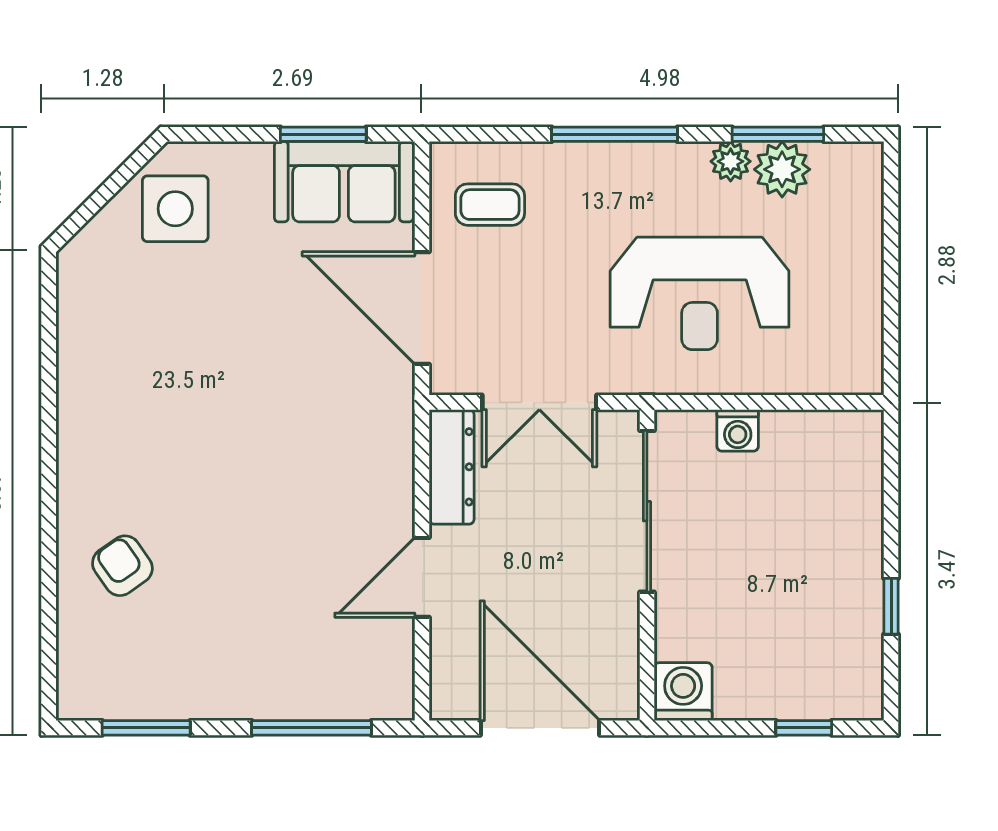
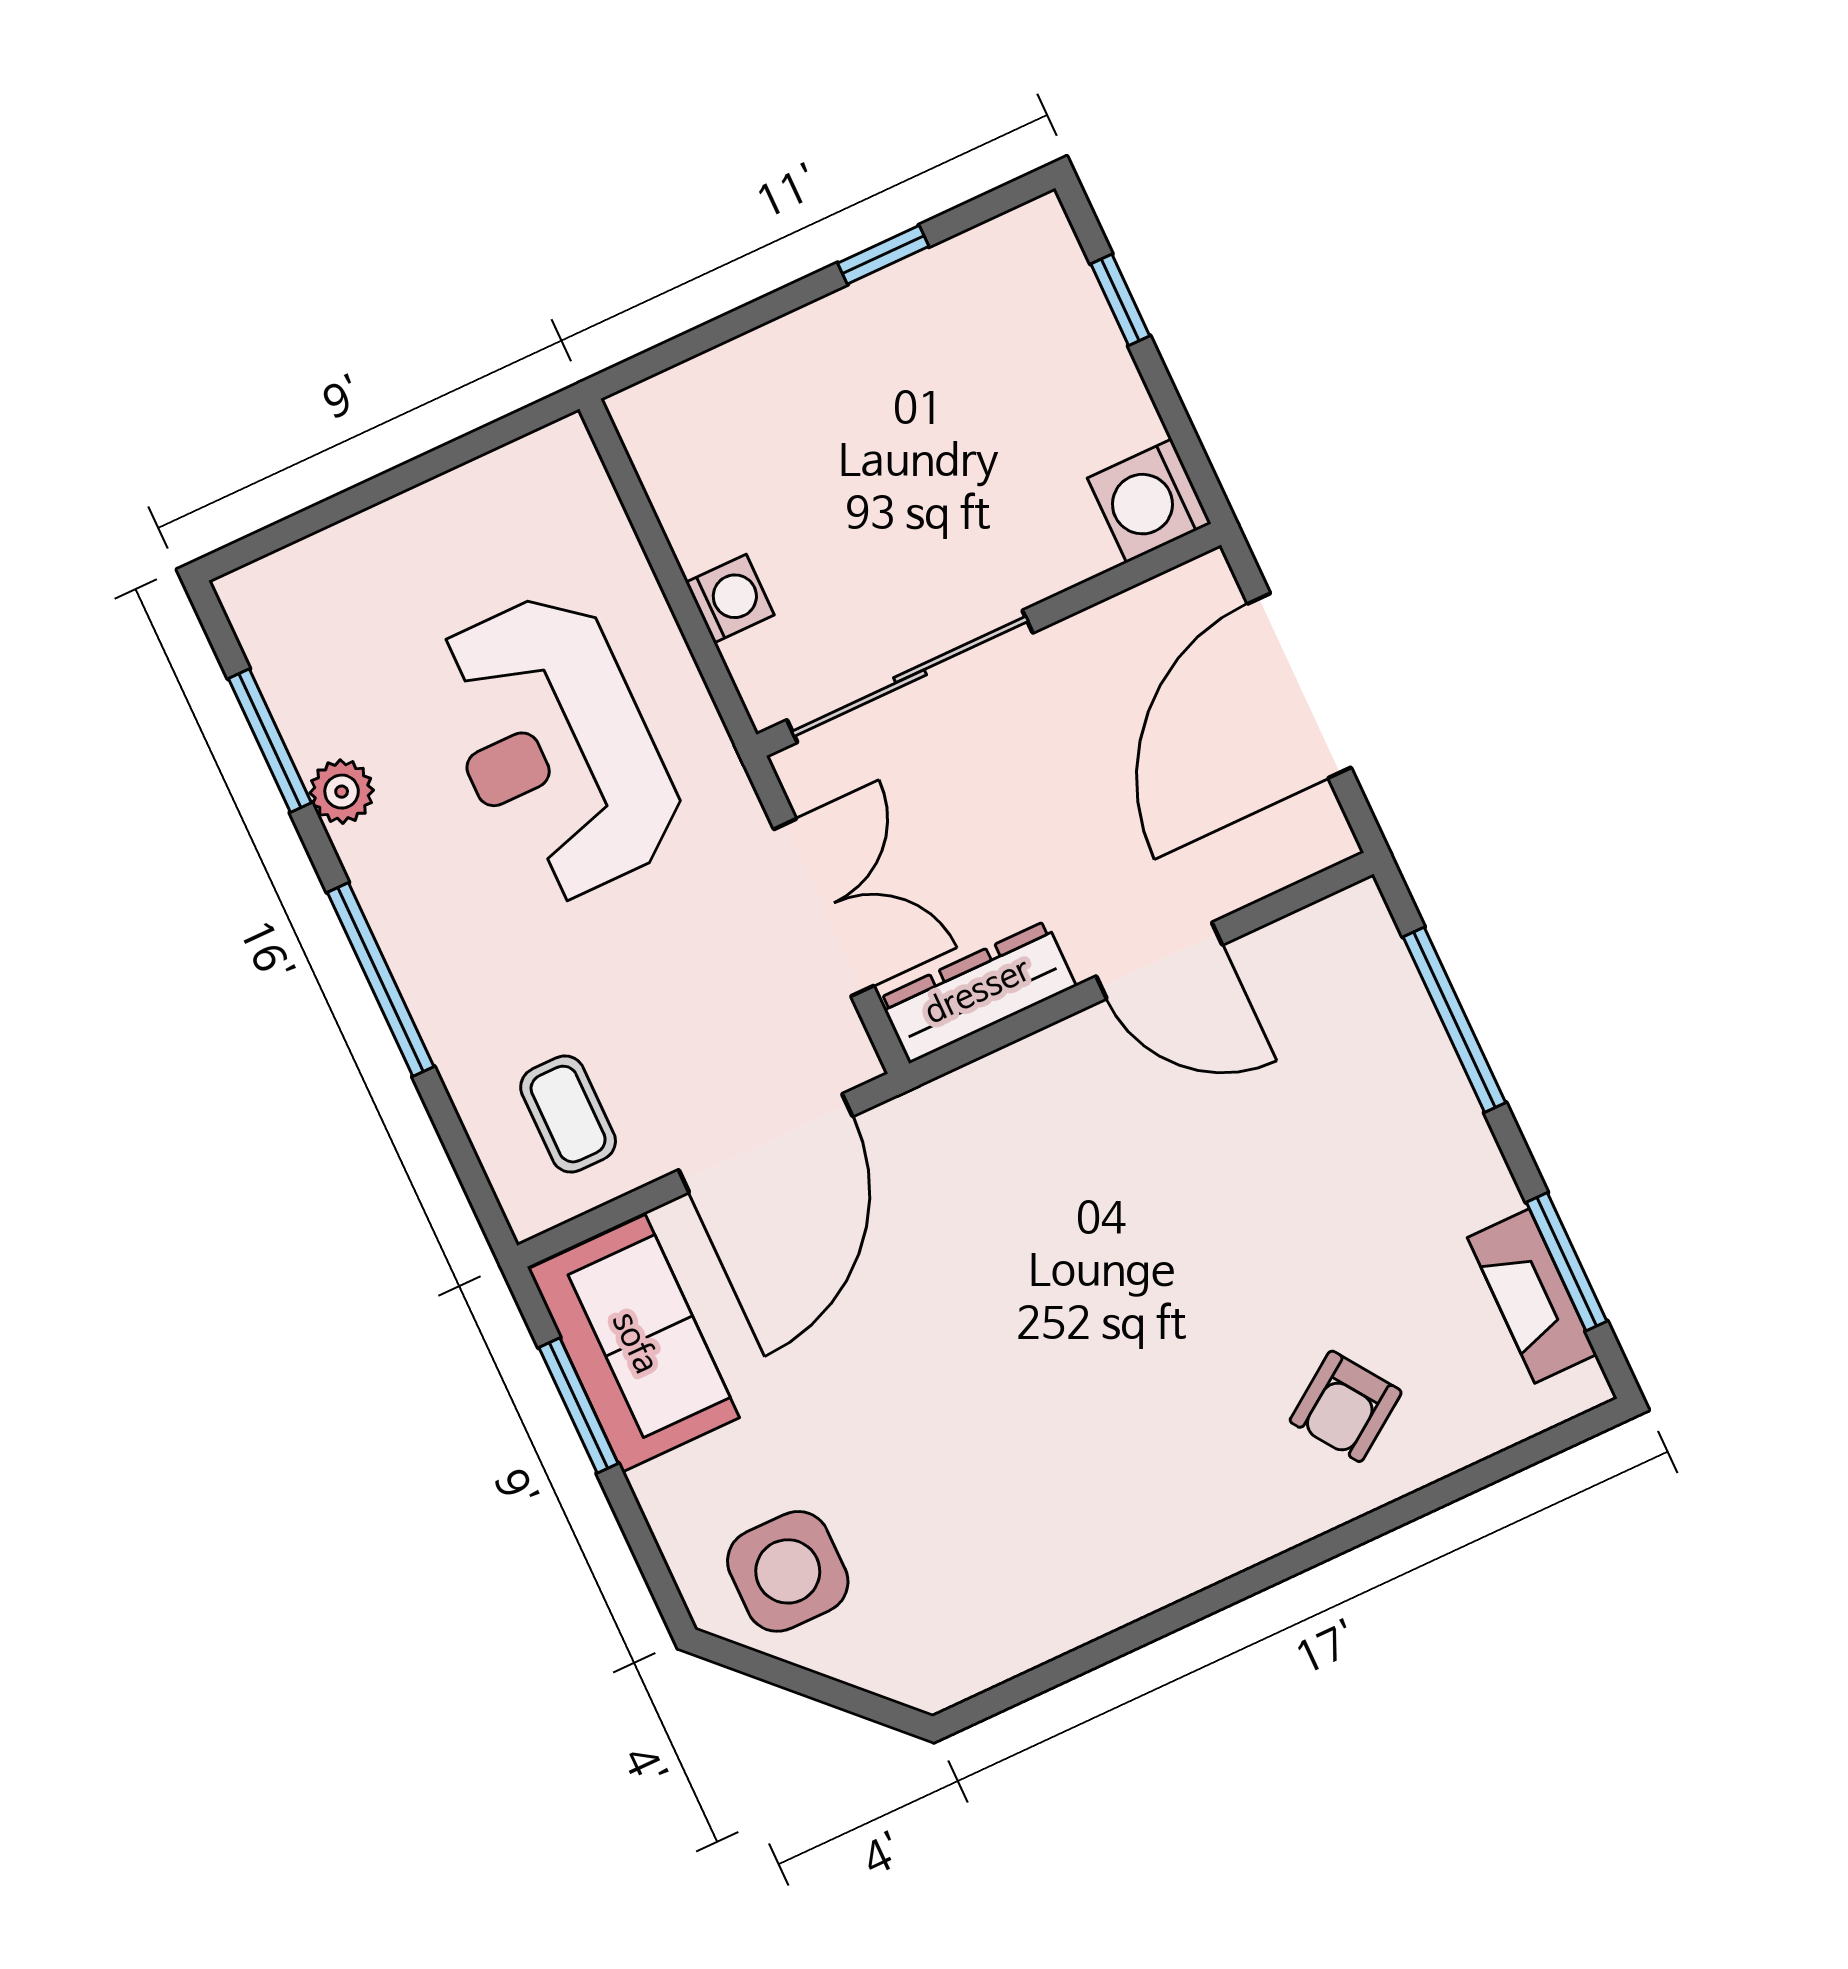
plant: (782, 169) -> (318, 711), removed
reception desk: (700, 293) -> (556, 747), turned 180
fireplace: (136, 699) -> (1532, 1296), added

